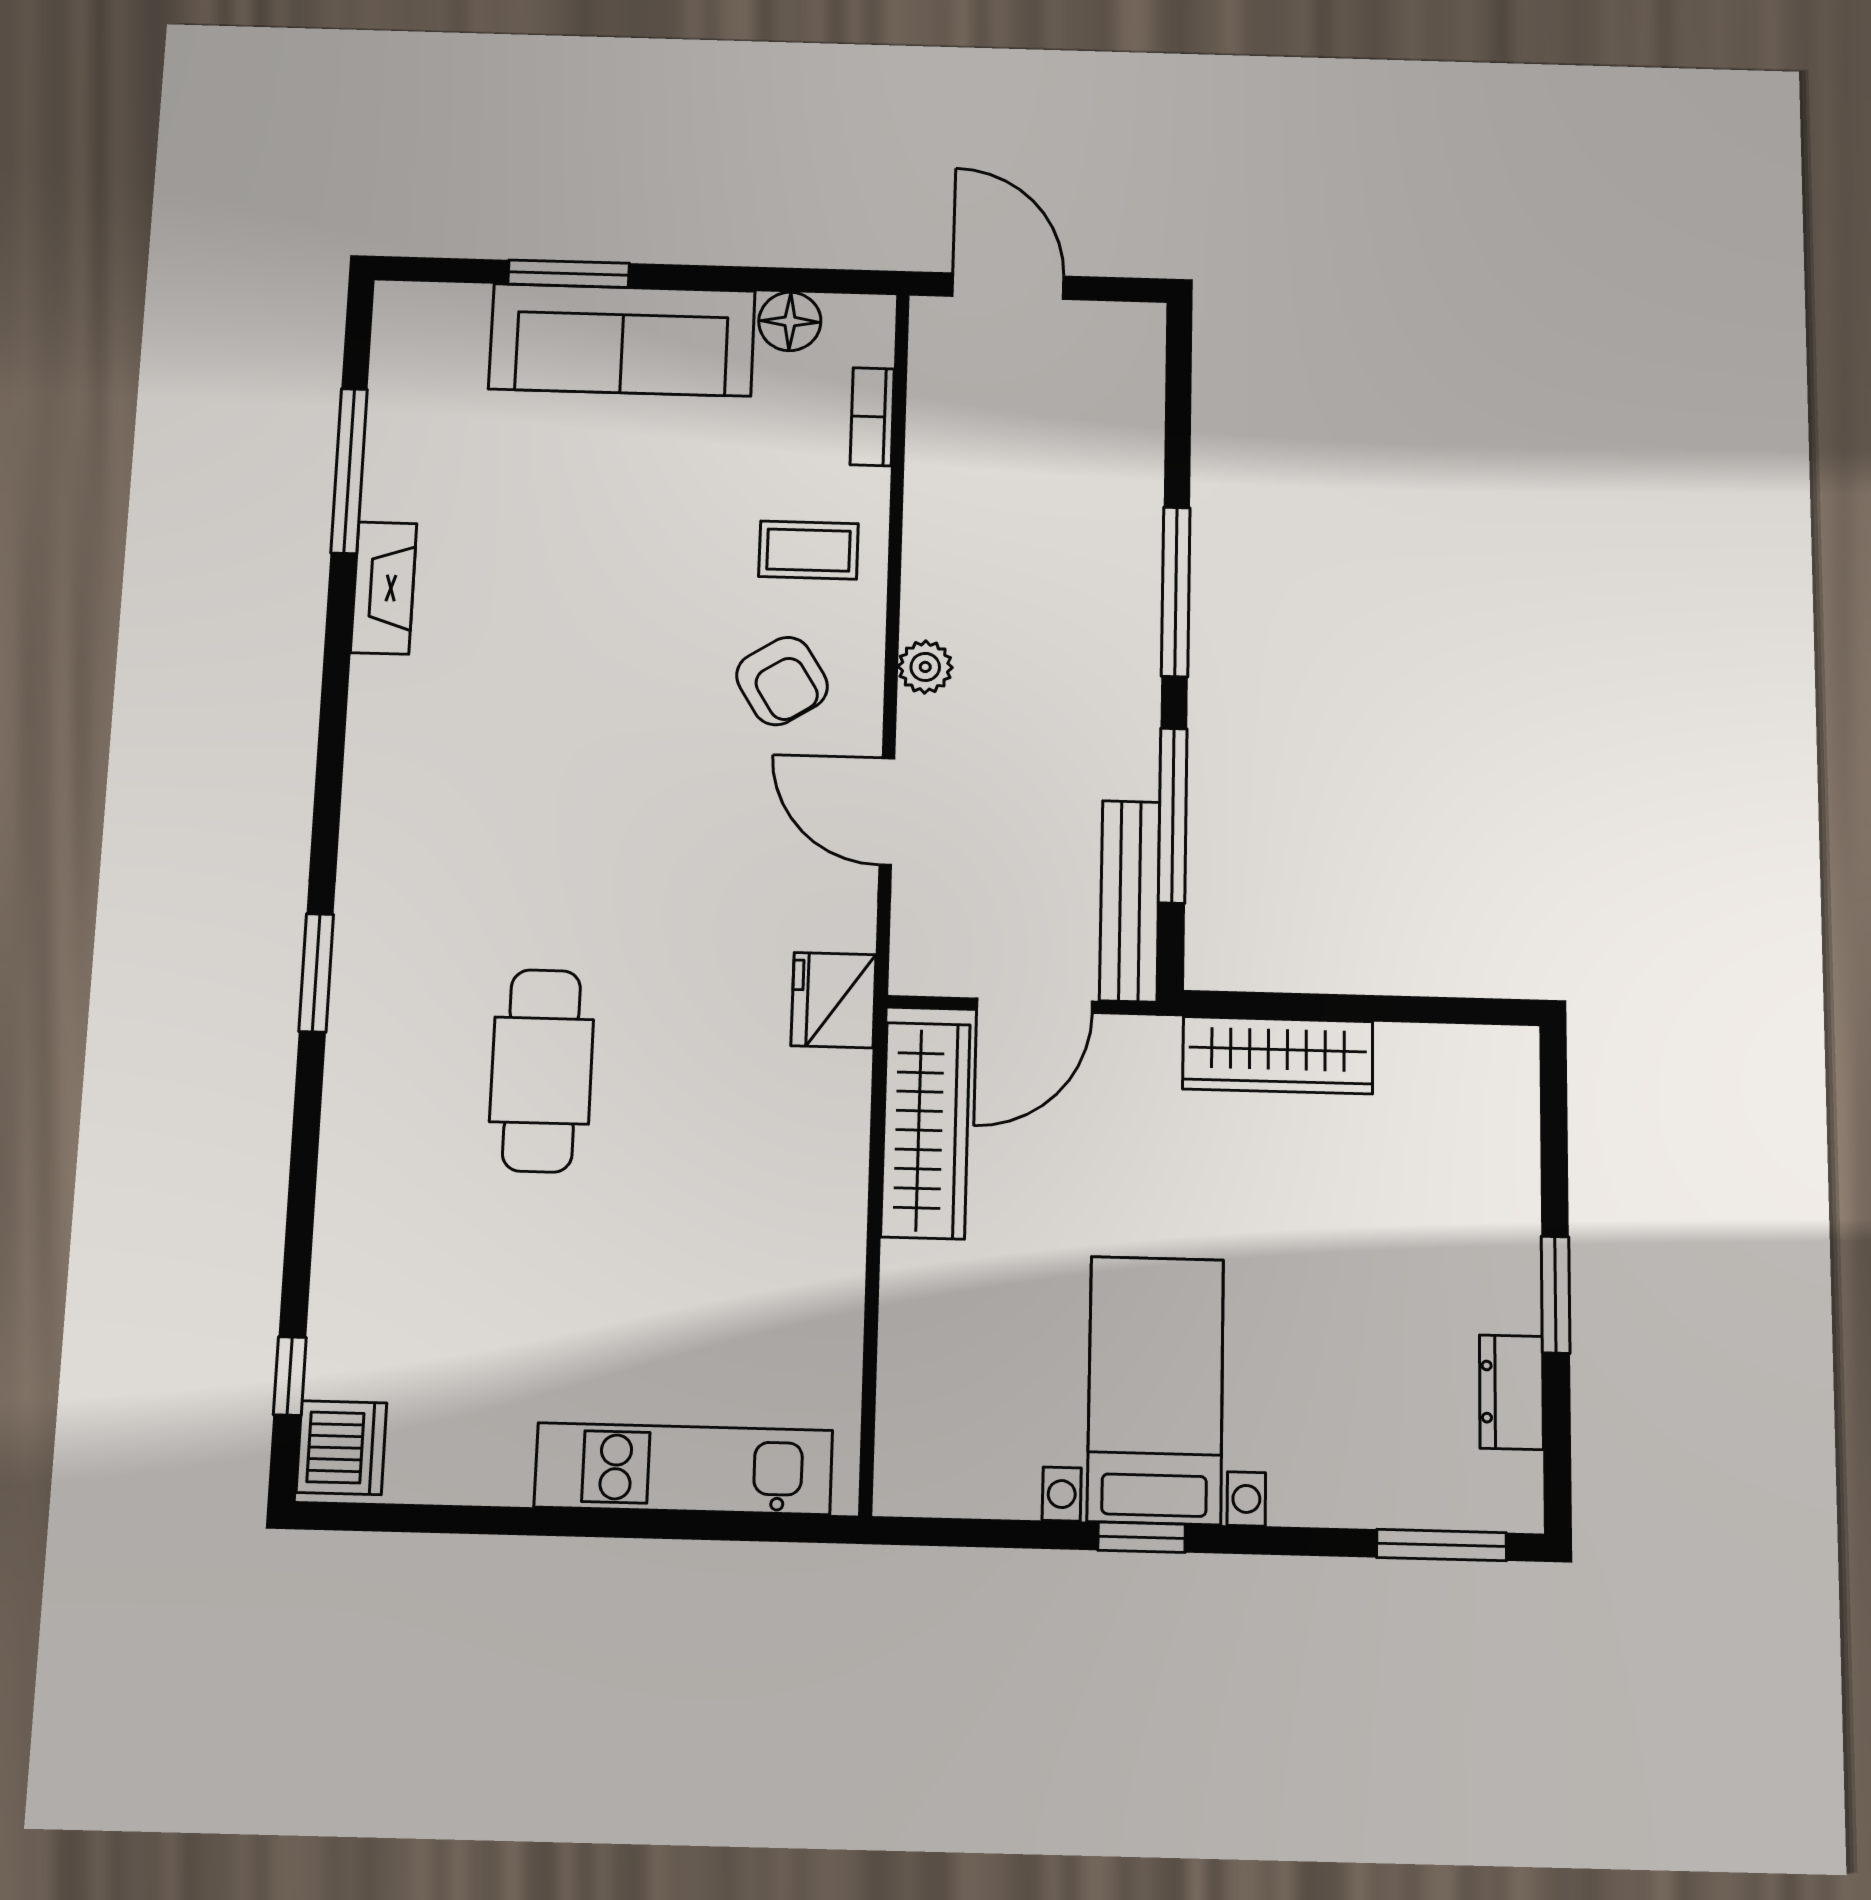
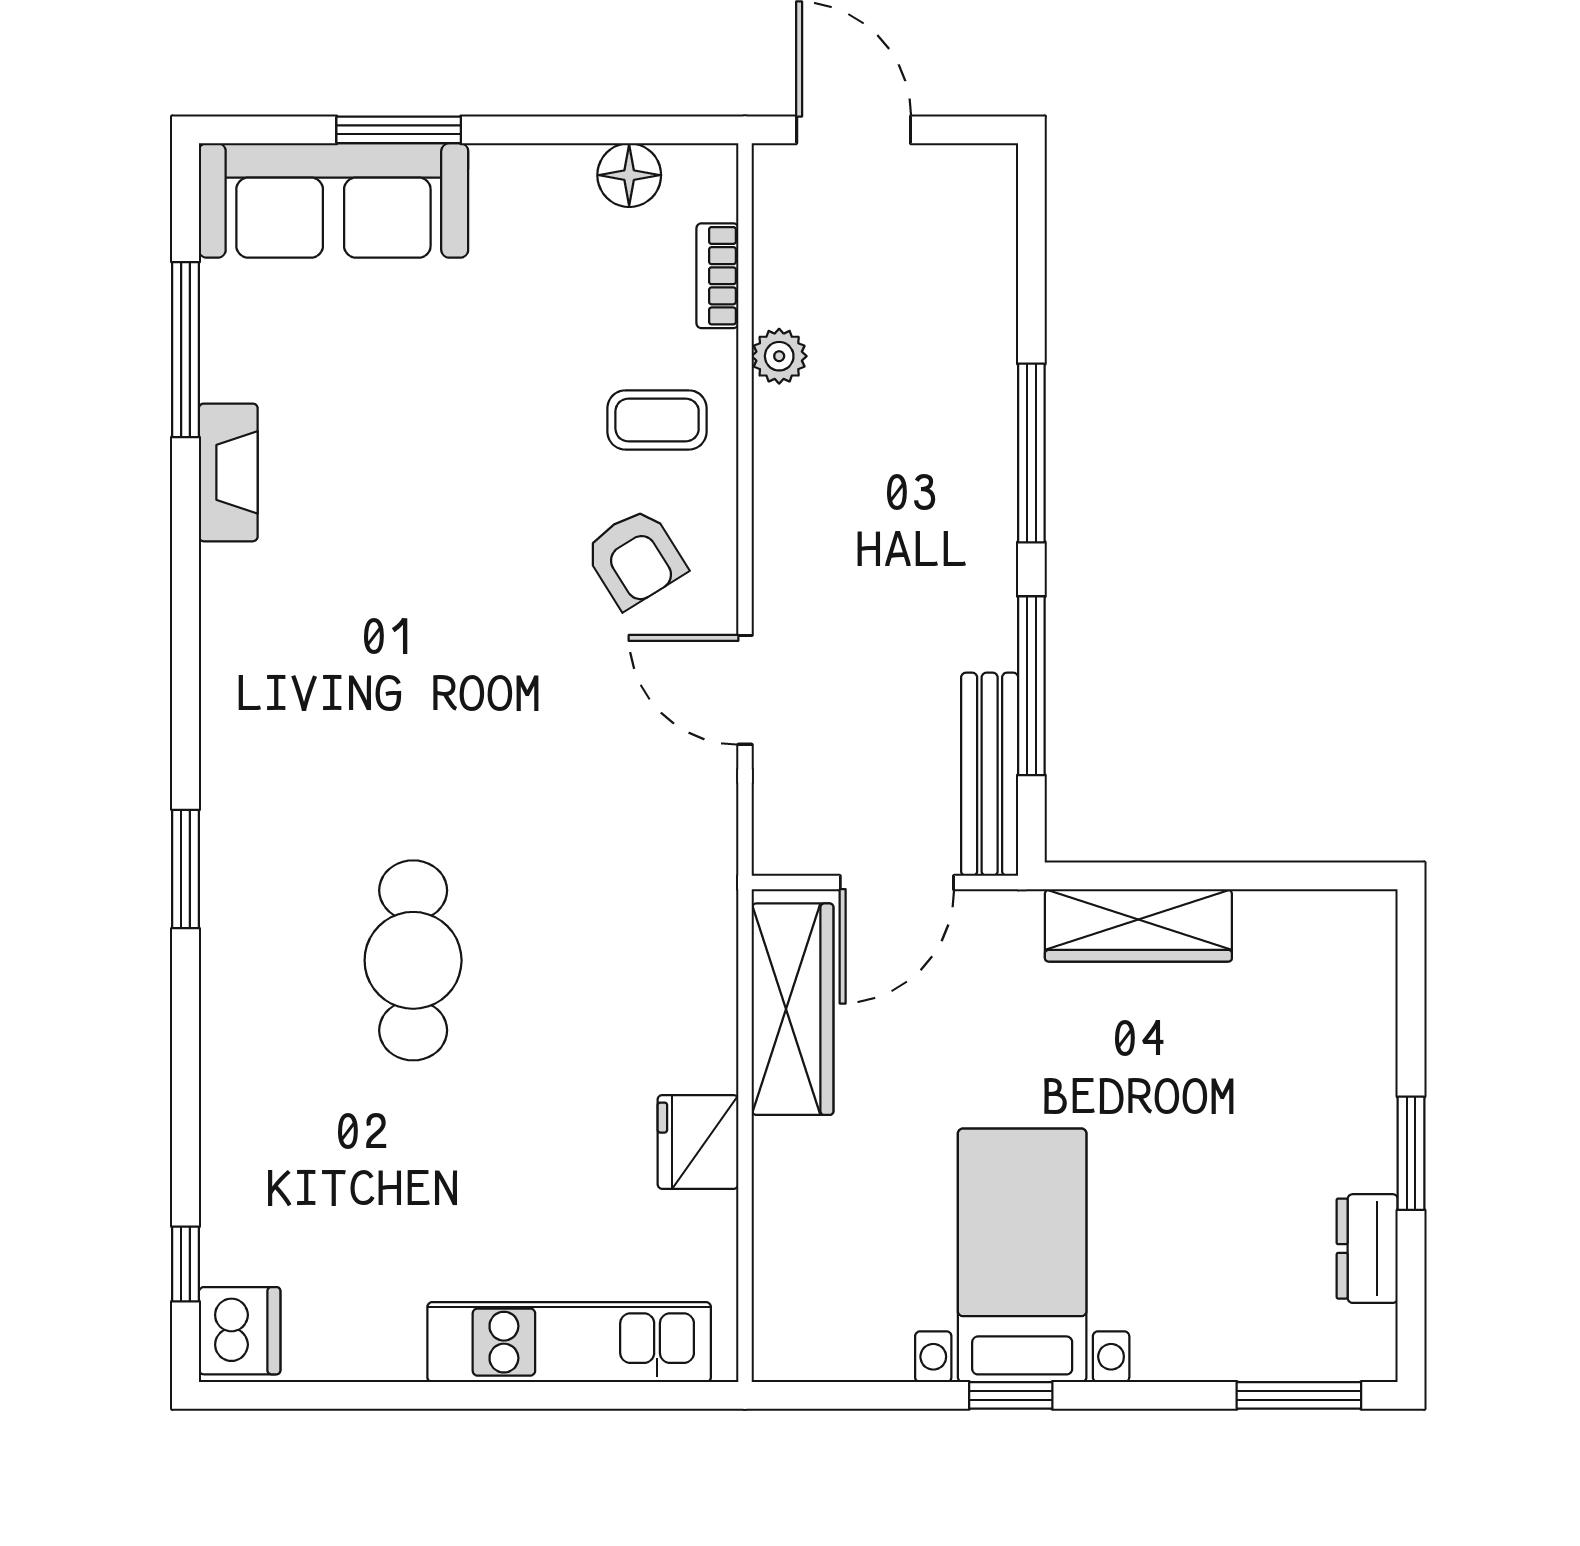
sofa: (622, 340) -> (333, 200), moved
plant: (925, 667) -> (779, 356), moved
fridge: (833, 1000) -> (698, 1142), moved

